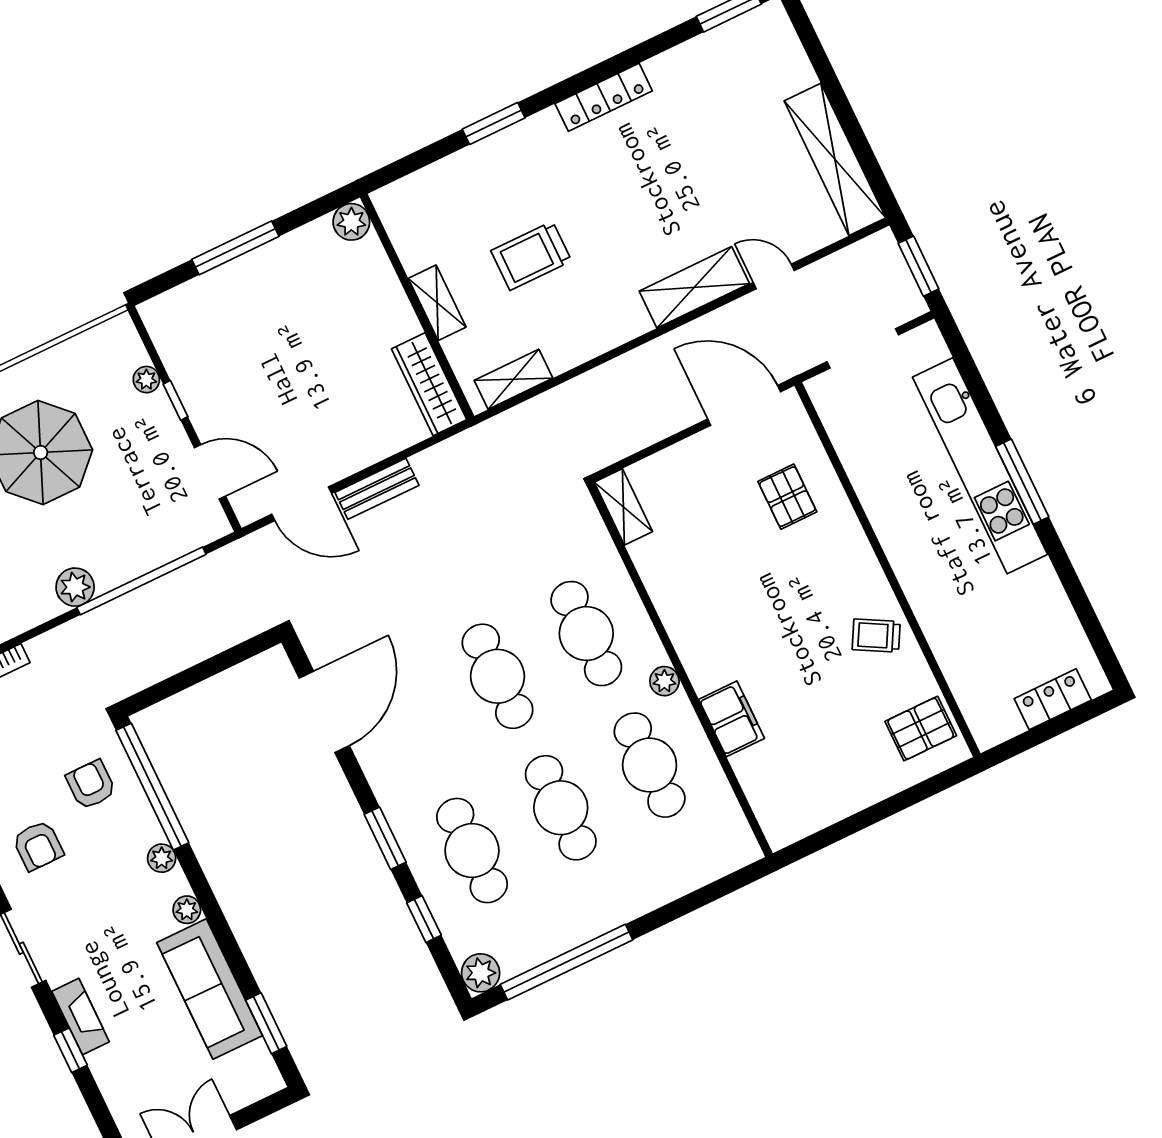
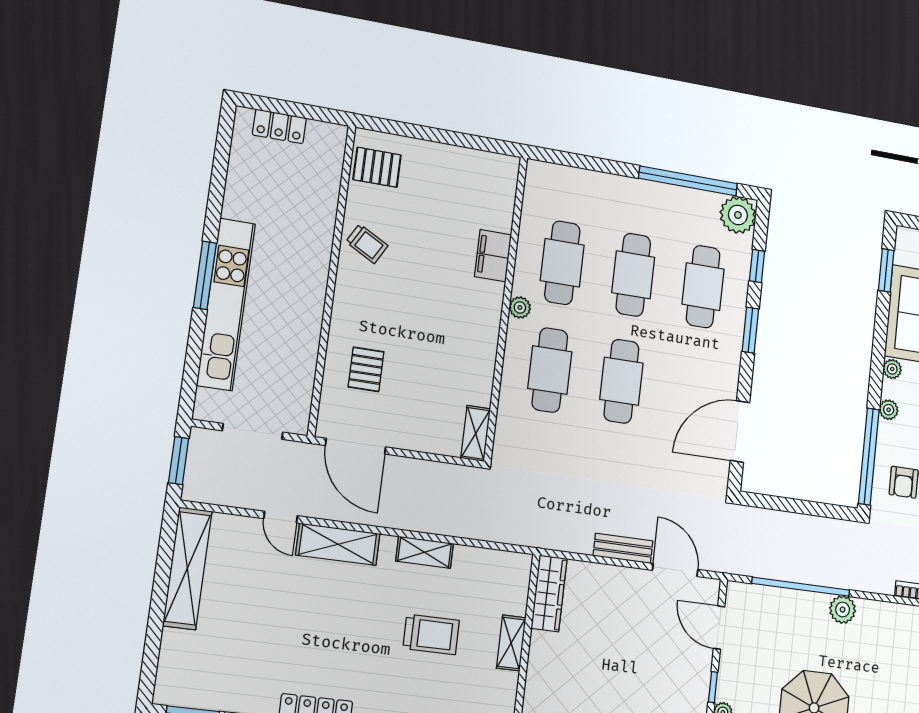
shelving: (513, 379) -> (425, 552), moved
plant: (481, 973) -> (738, 215), width x1.36, depth x1.36

